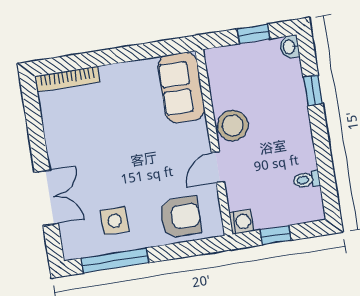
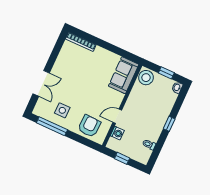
window: (313, 90) -> (169, 124), moved
stool: (233, 125) -> (146, 78), moved
armchair: (180, 217) -> (89, 126), turned -88
washing machine: (242, 222) -> (117, 133), moved

